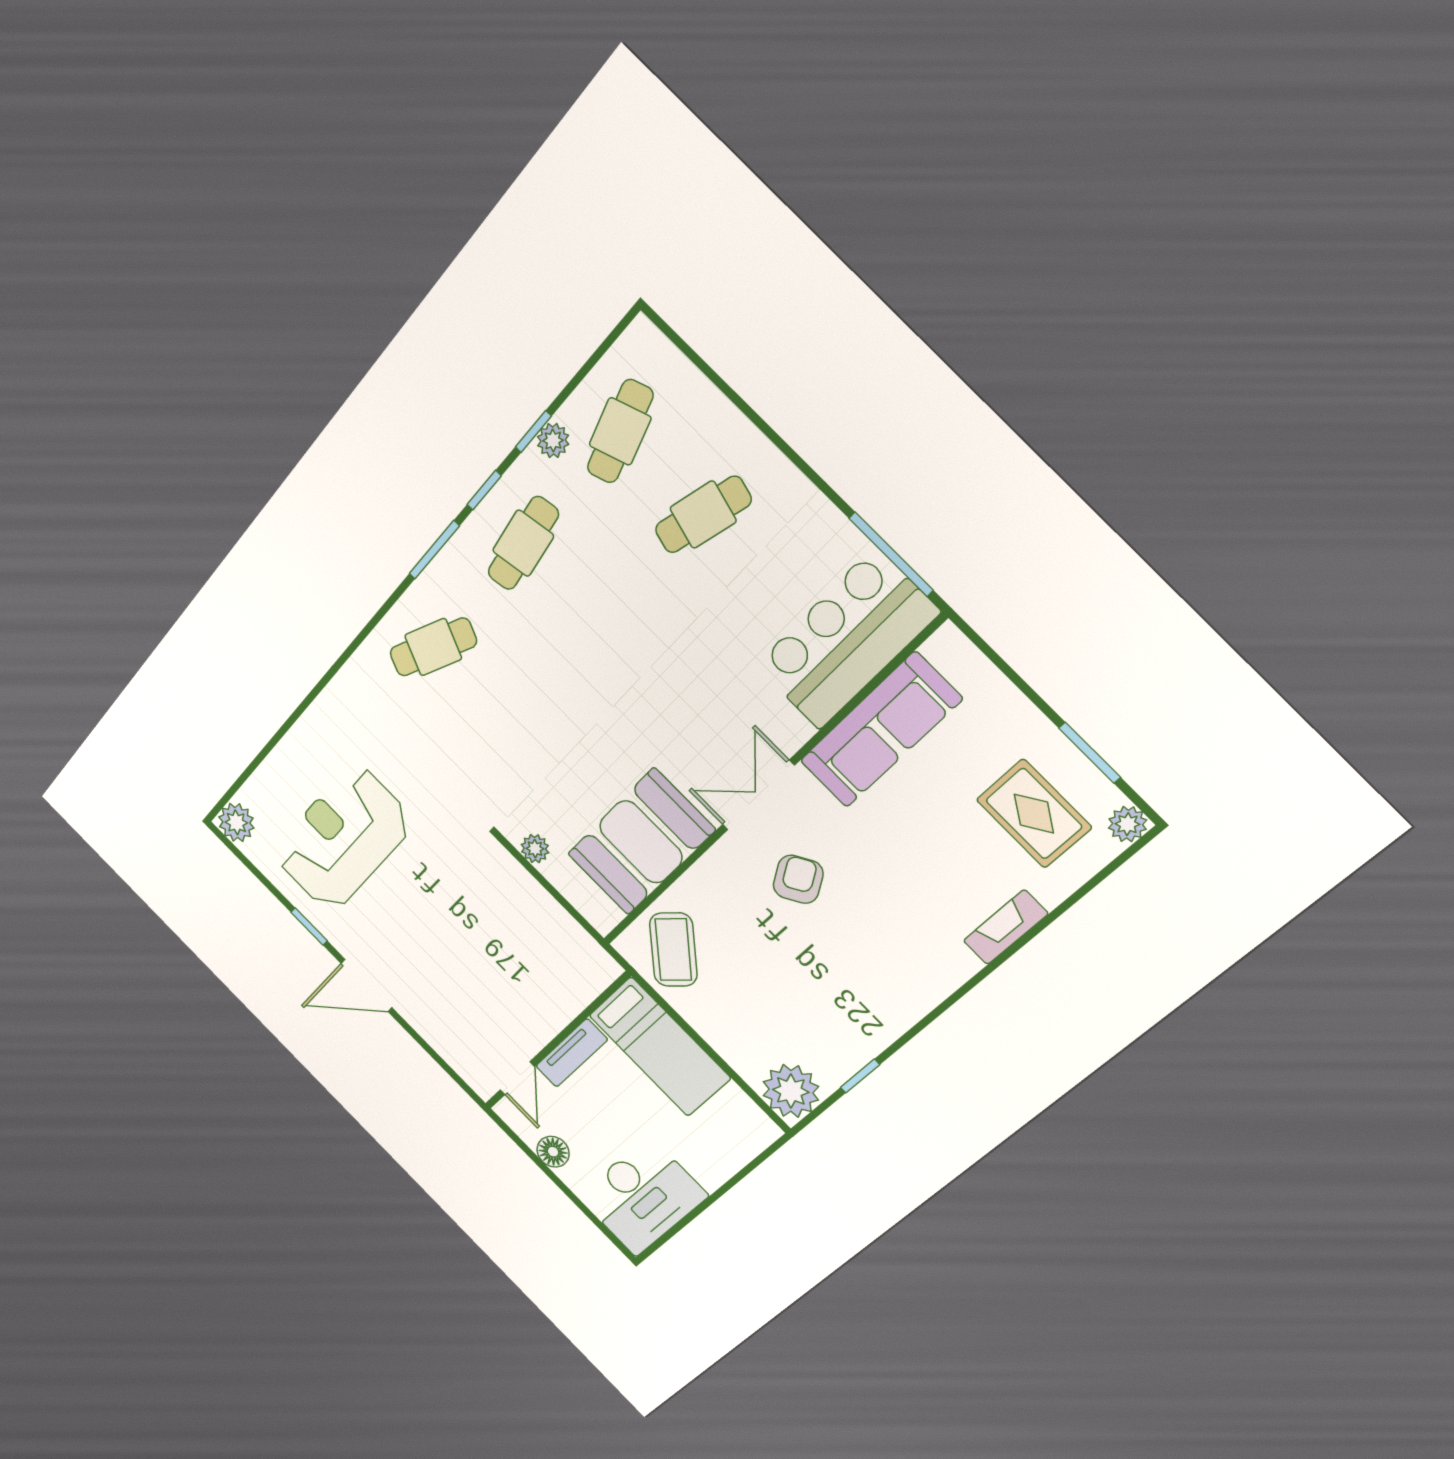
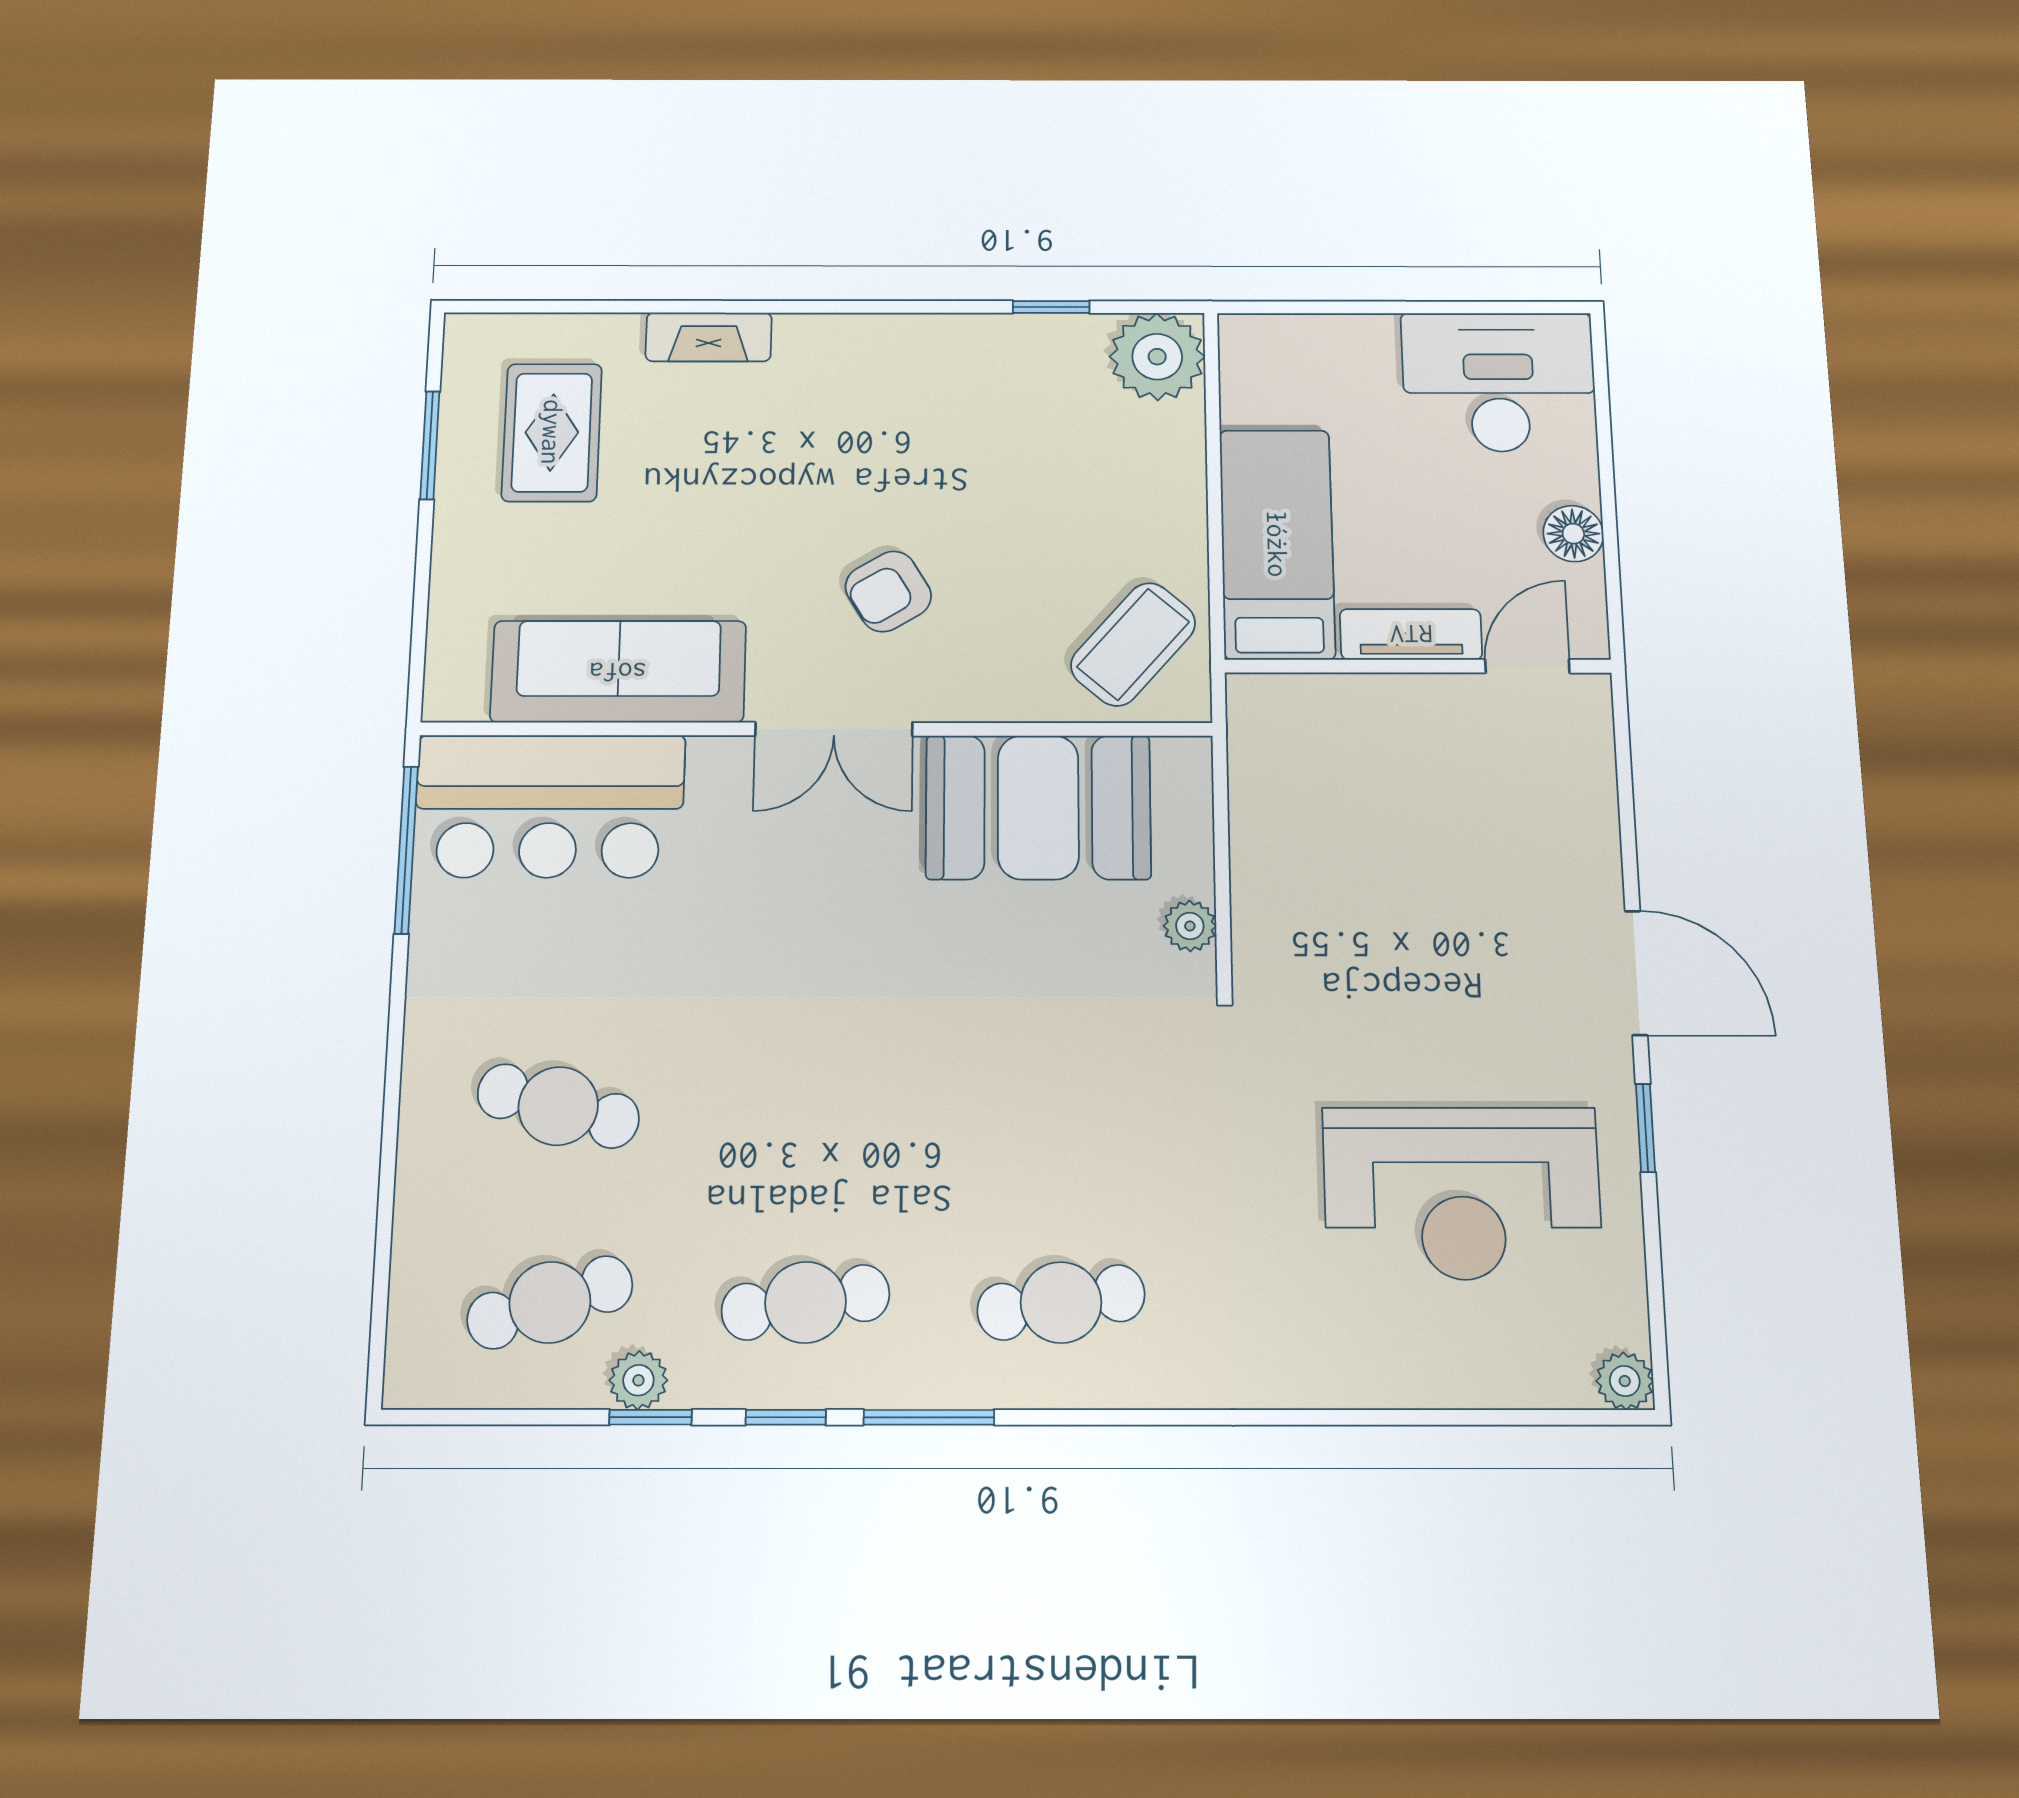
cafe table: (433, 647) -> (1061, 1302), turned -33
plant: (236, 822) -> (1625, 1381), width x0.73, depth x0.73
plant: (1128, 824) -> (470, 337), removed

